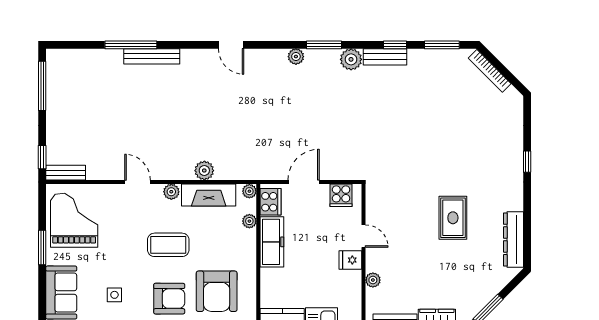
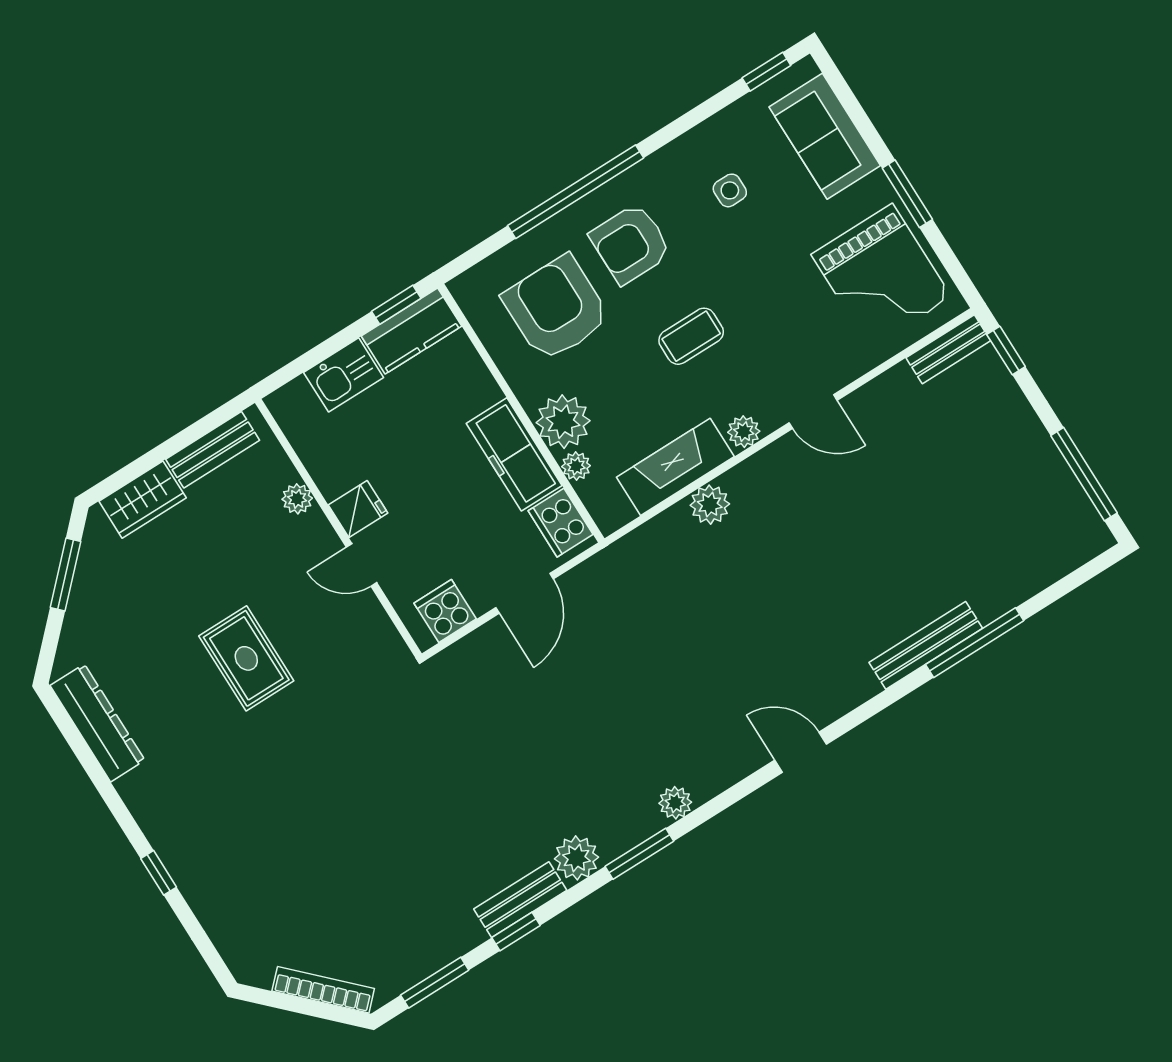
plant: (249, 191) -> (563, 422), moved, width x1.88, depth x1.88
rug: (453, 218) -> (246, 658), moved
coffee table: (168, 245) -> (691, 336), width x0.73, depth x0.77

